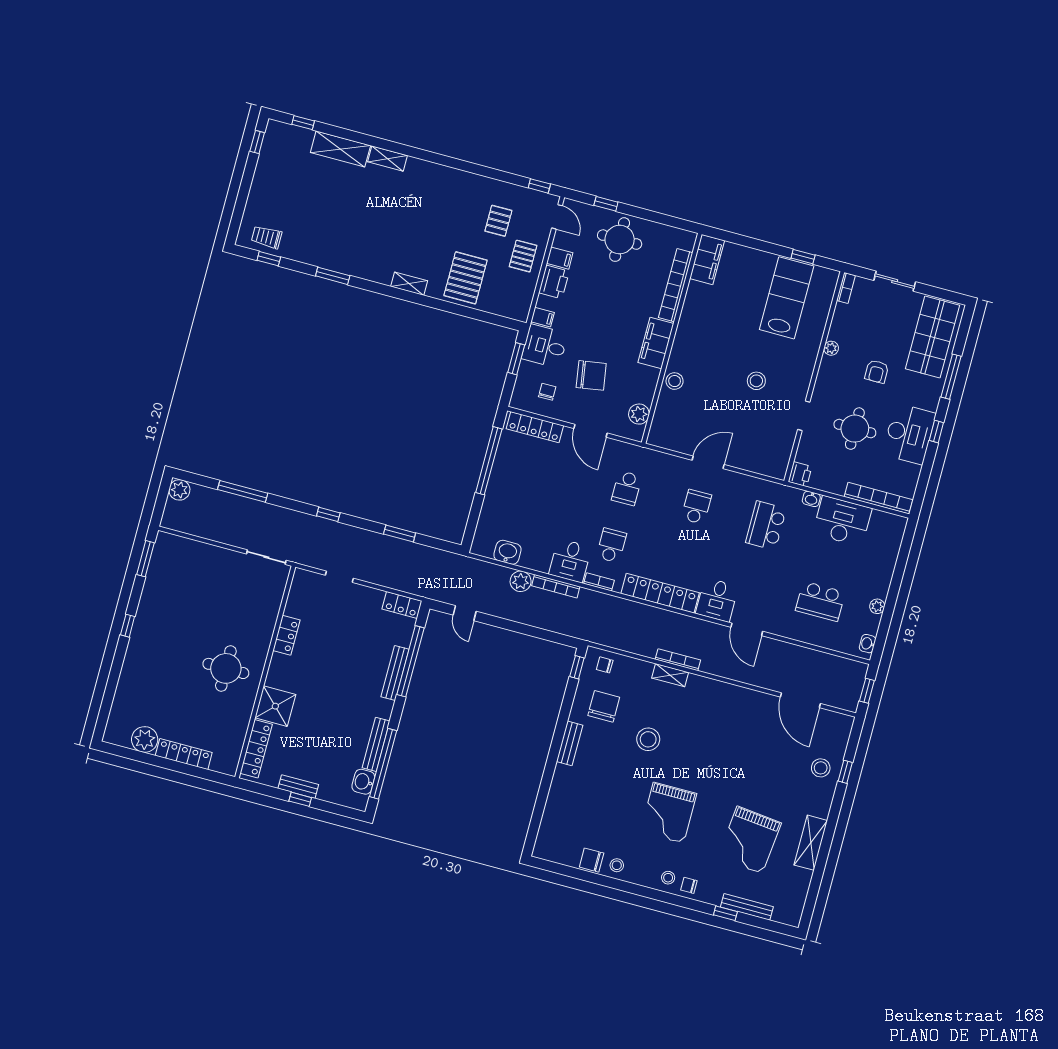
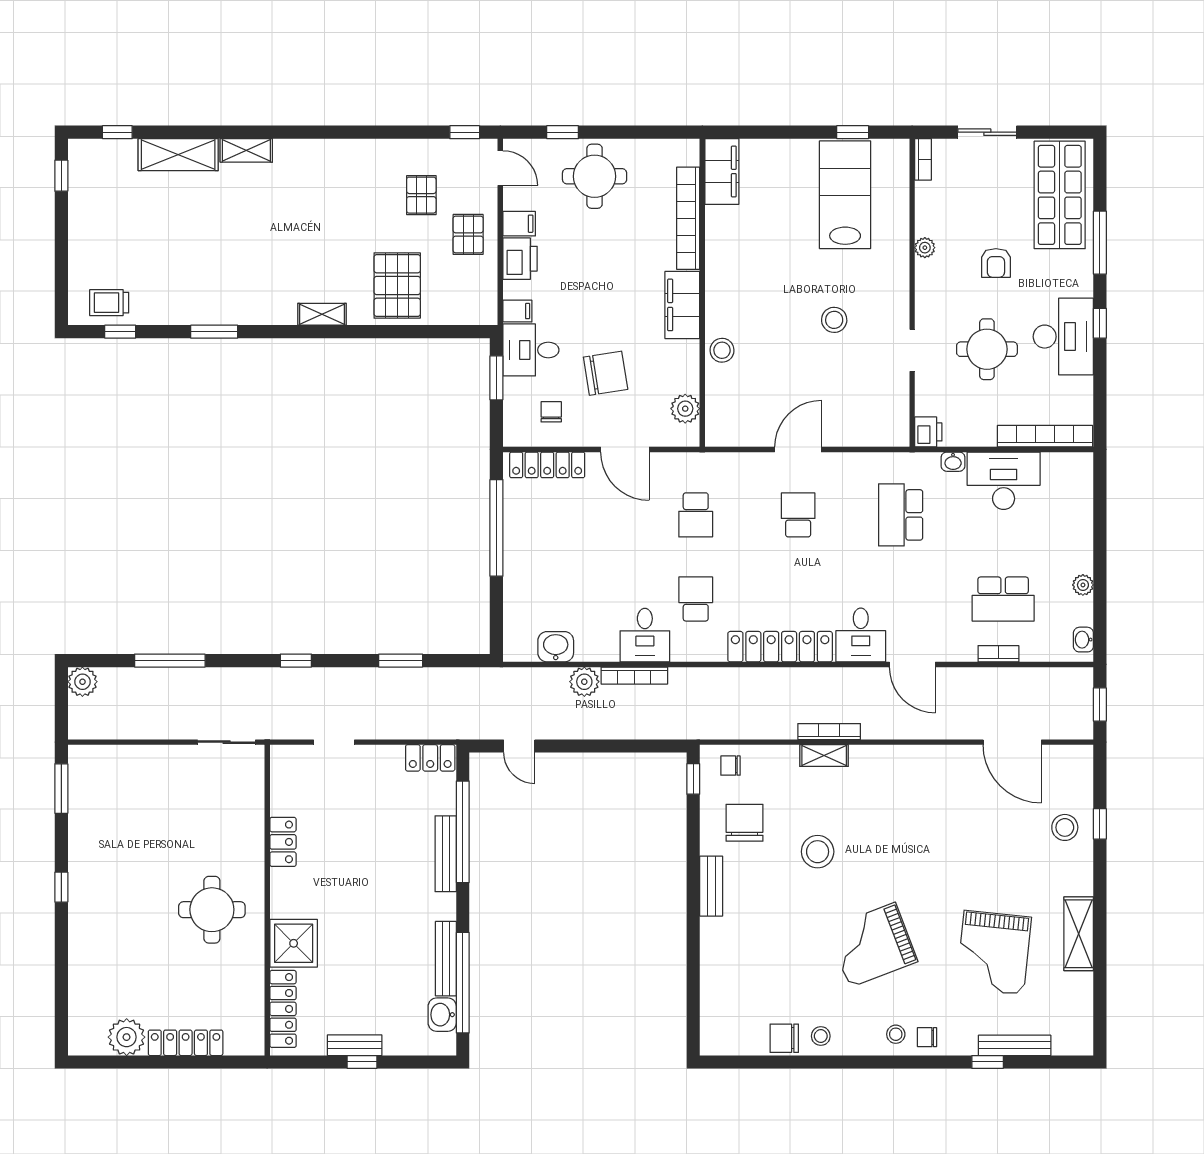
bookcase: (599, 582) -> (998, 654), moved
grand piano: (668, 813) -> (872, 945), turned 69

